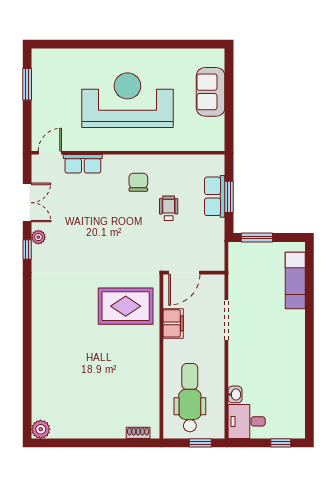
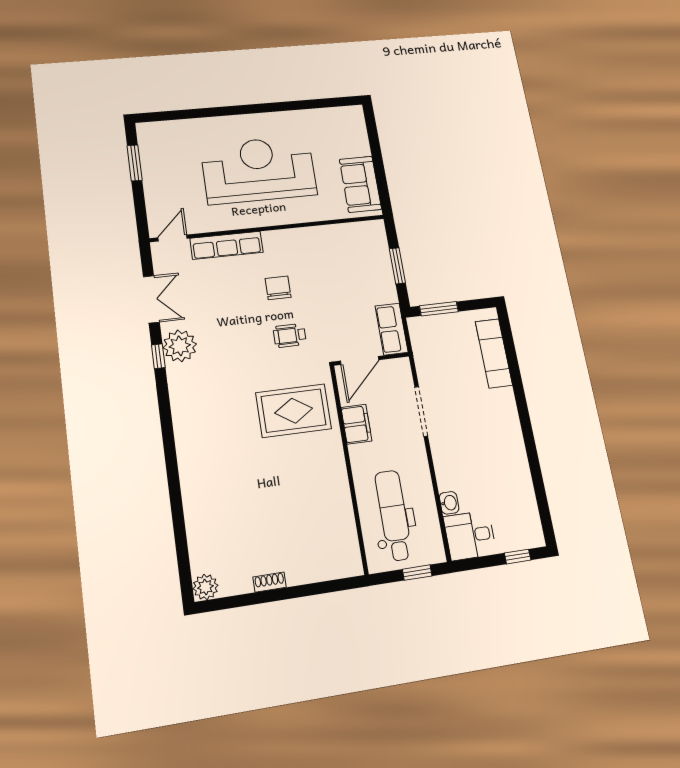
sofa: (211, 92) -> (360, 184), moved
row of seats: (83, 164) -> (227, 245), width x1.48
chair: (138, 182) -> (278, 288), moved
row of seats: (215, 196) -> (392, 329), moved
wheelchair: (169, 208) -> (290, 336), moved, turned -90
plant: (38, 237) -> (180, 346), width x1.88, depth x1.88
shoe rack: (138, 433) -> (270, 582), moved

